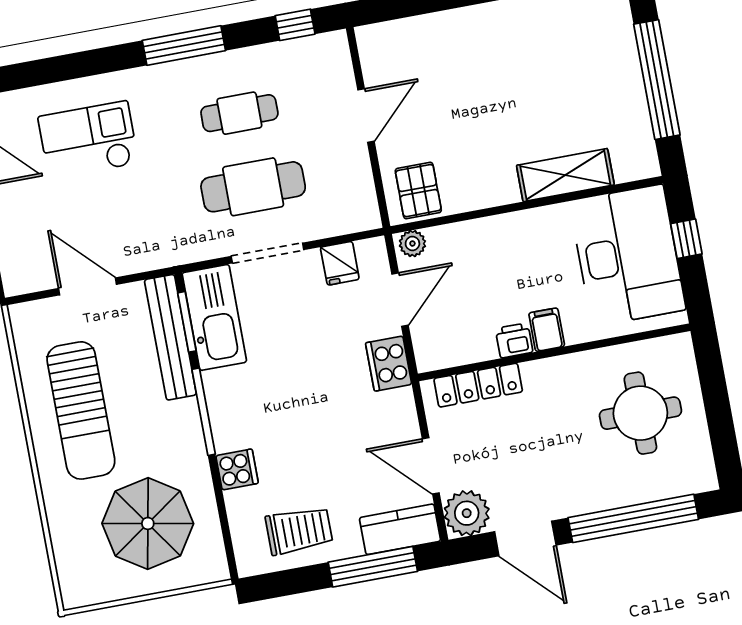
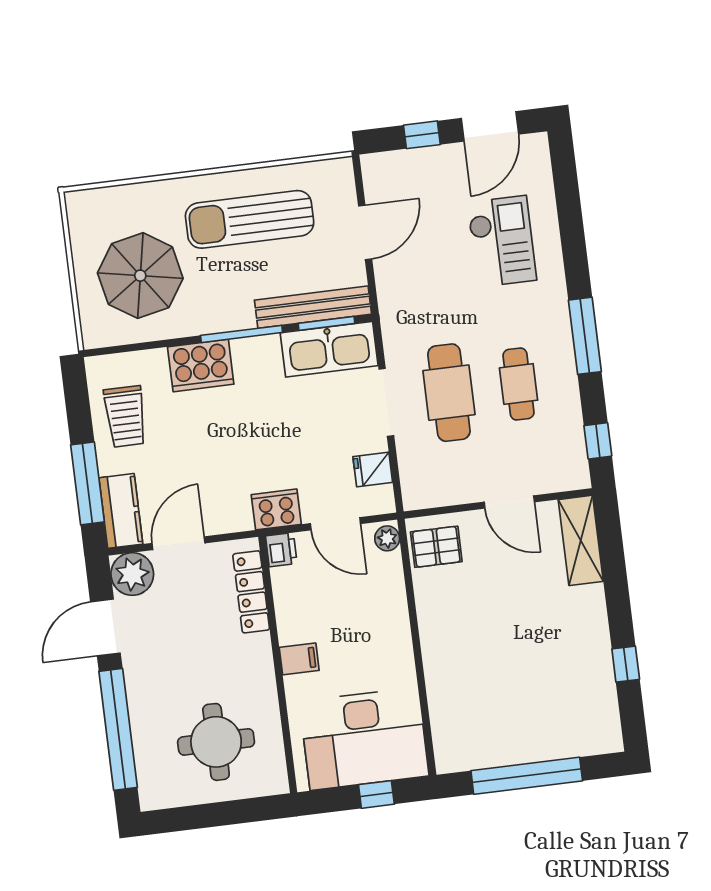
shelving: (565, 175) -> (581, 540), moved
printer: (514, 340) -> (281, 550), moved
cooker: (237, 469) -> (201, 365), width x1.87, depth x1.31

